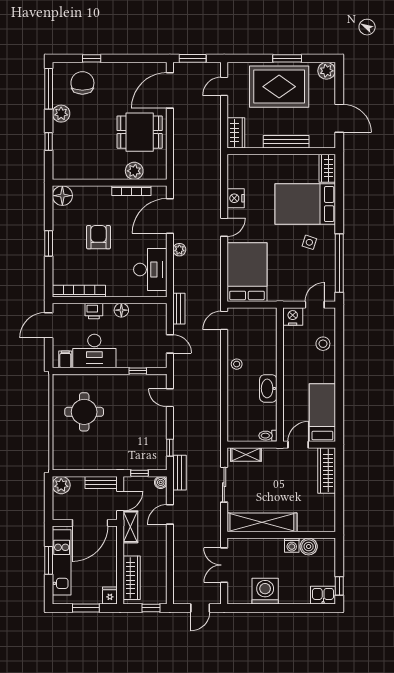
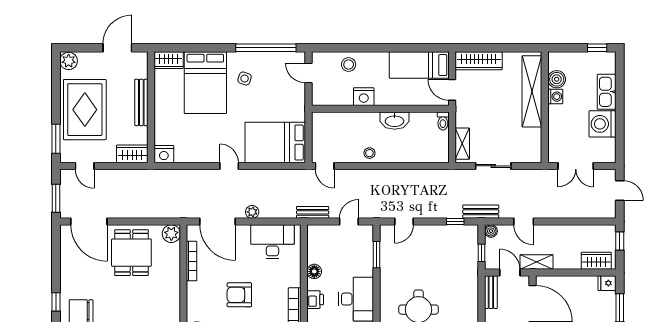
window: (287, 58) -> (56, 139), moved
plant: (134, 171) -> (171, 234), moved
nightstand: (236, 198) -> (164, 154), moved
nightstand: (293, 317) -> (364, 97), moved, turned -90
window: (138, 371) -> (376, 255), width x1.50
shelving: (262, 522) -> (532, 91), moved
wardrobe: (132, 578) -> (596, 261), width x0.67
kitchen sink: (323, 595) -> (607, 92), moved, width x1.38

